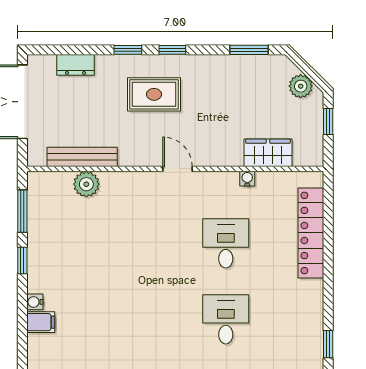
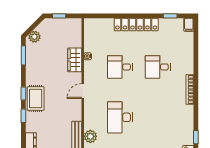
plant: (301, 86) -> (34, 37), moved
rug: (154, 94) -> (36, 99), moved
wardrobe: (268, 153) -> (75, 60), moved
locker: (311, 233) -> (136, 25), moved
desk: (125, 243) -> (120, 117), added

